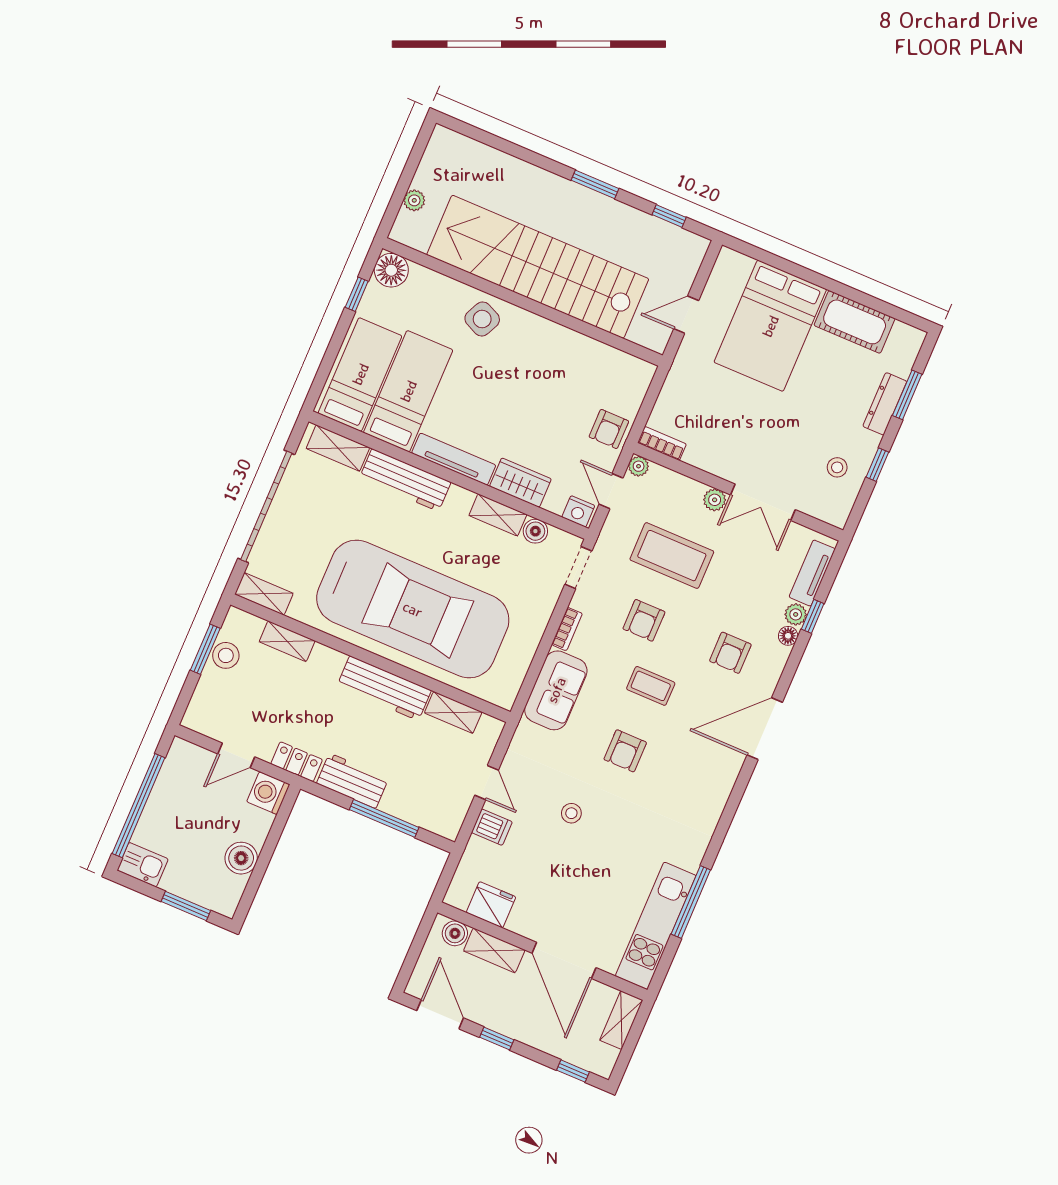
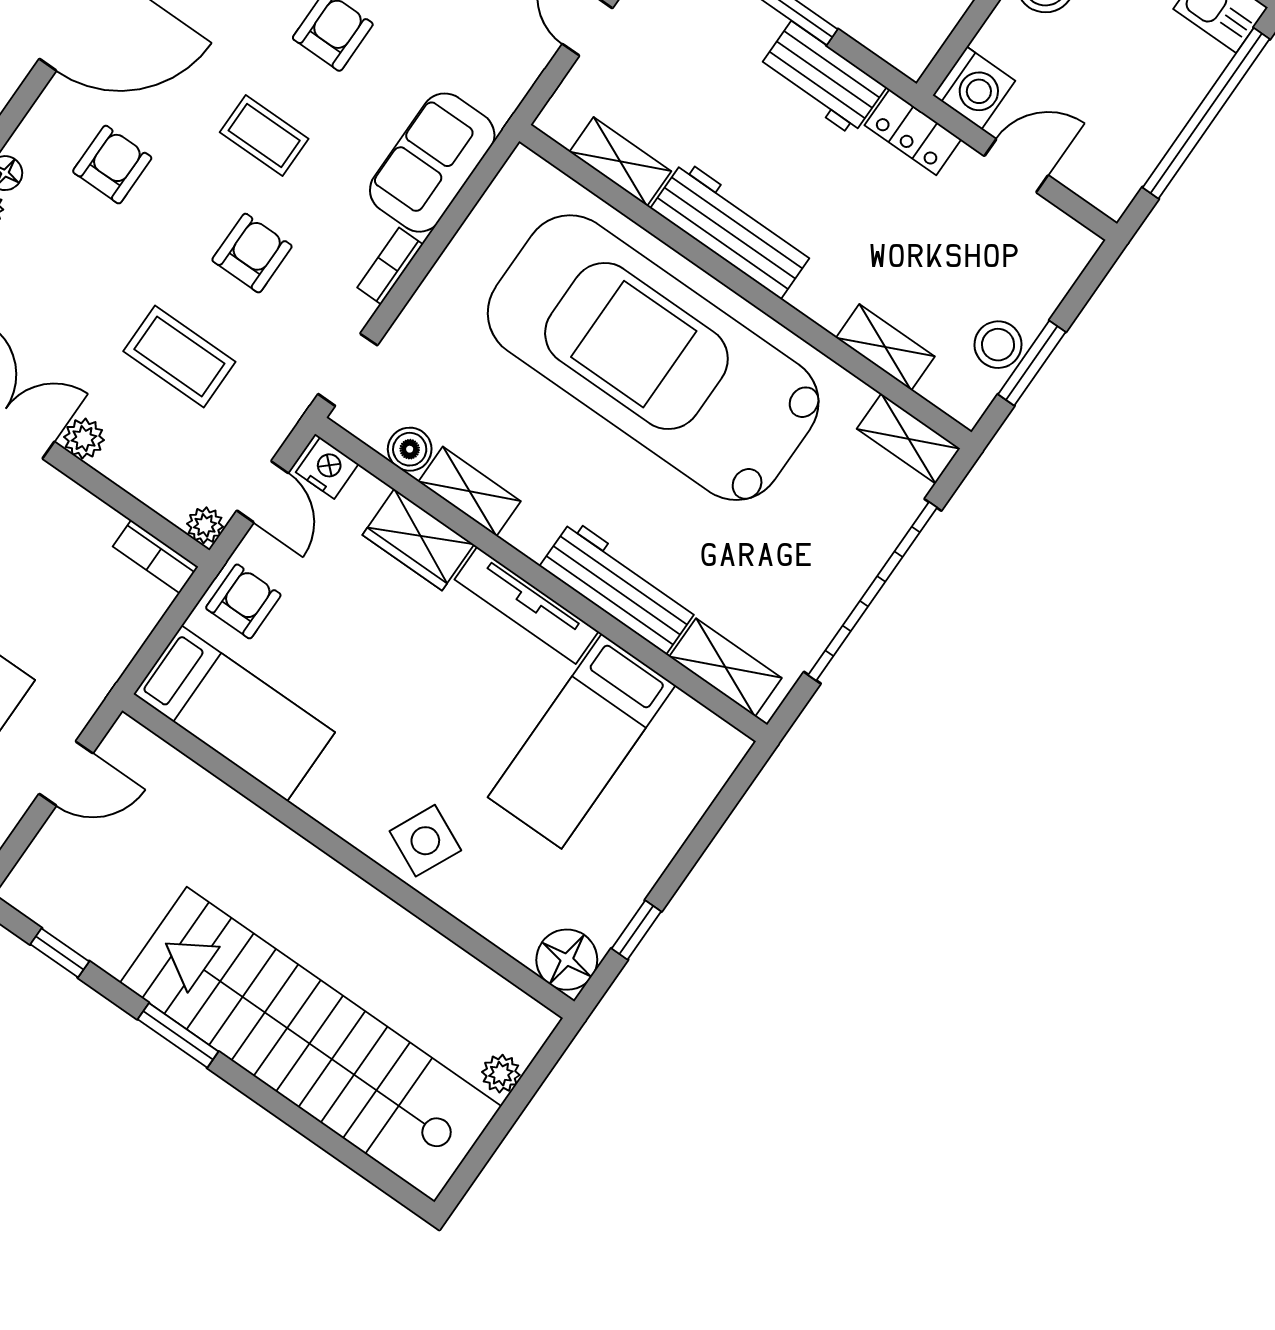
stairs: (538, 267) -> (311, 1044), moved, turned 180
bed: (360, 374) -> (234, 713), moved, turned -90
coffee table: (672, 556) -> (179, 356), width x0.73, depth x0.76

